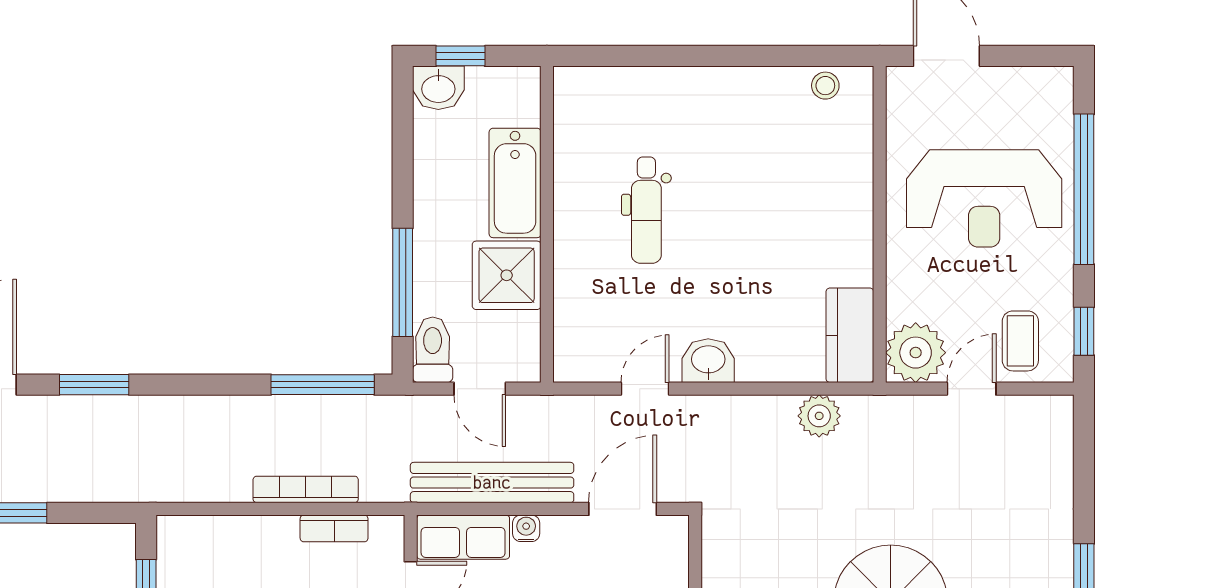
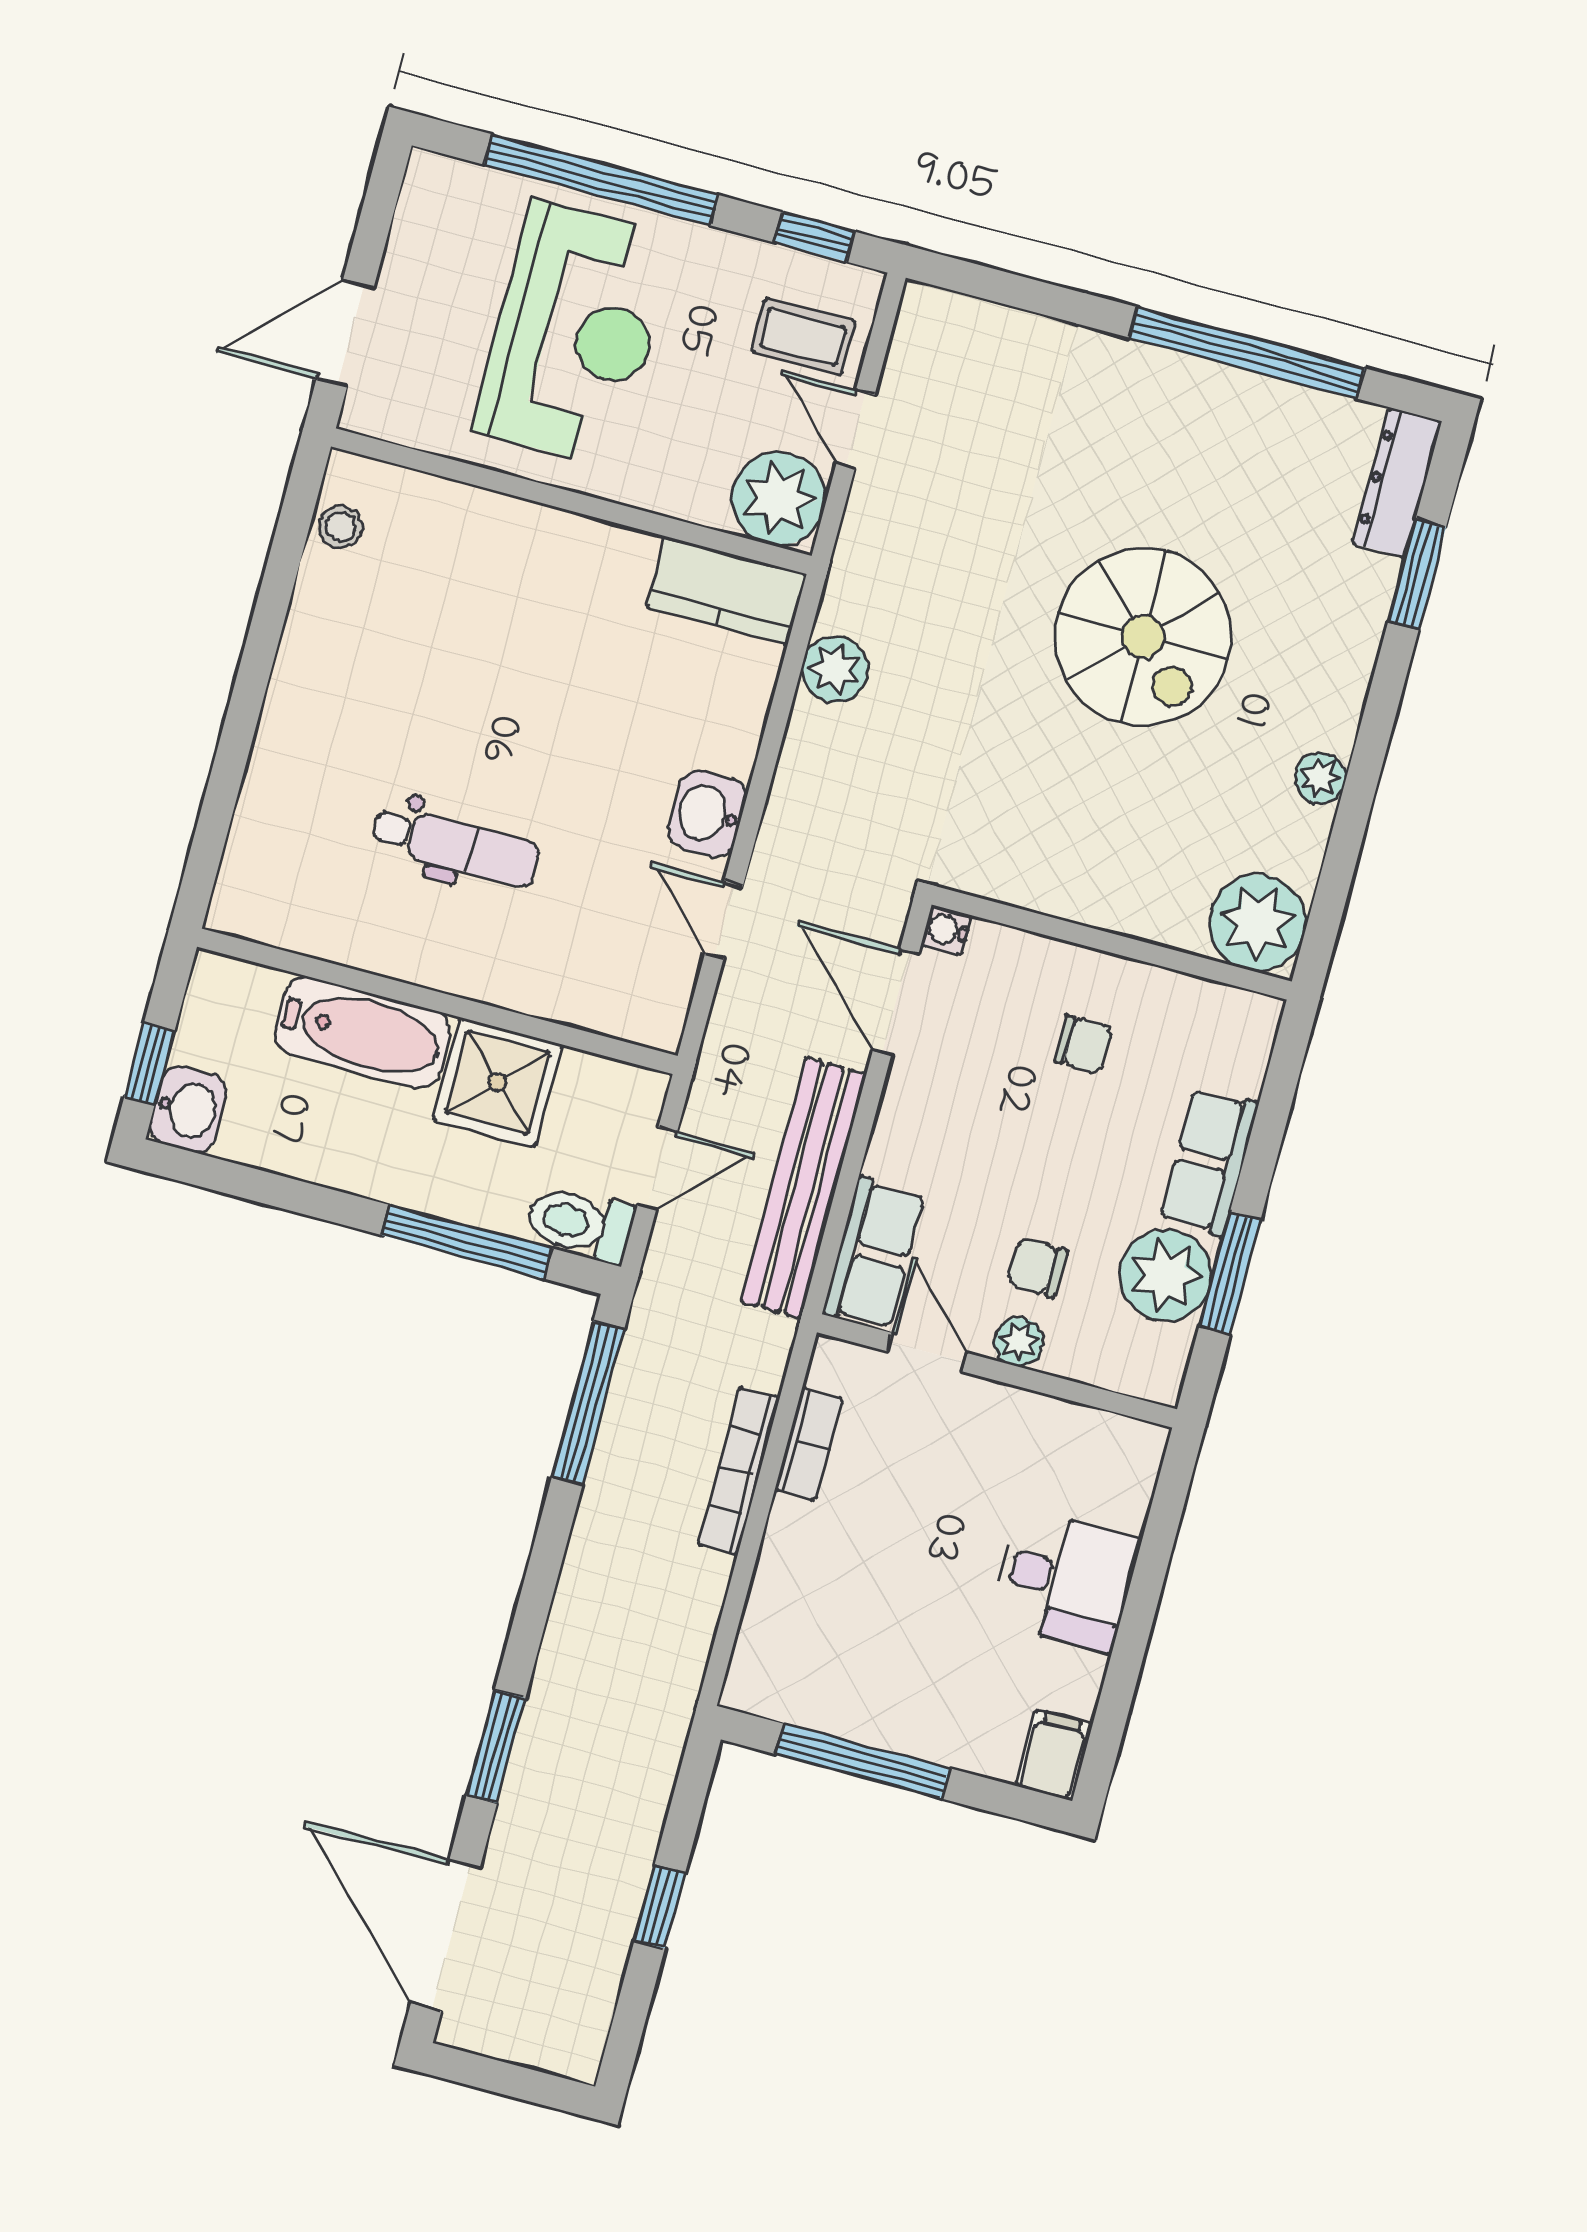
water cooler: (526, 528) -> (946, 930), moved

